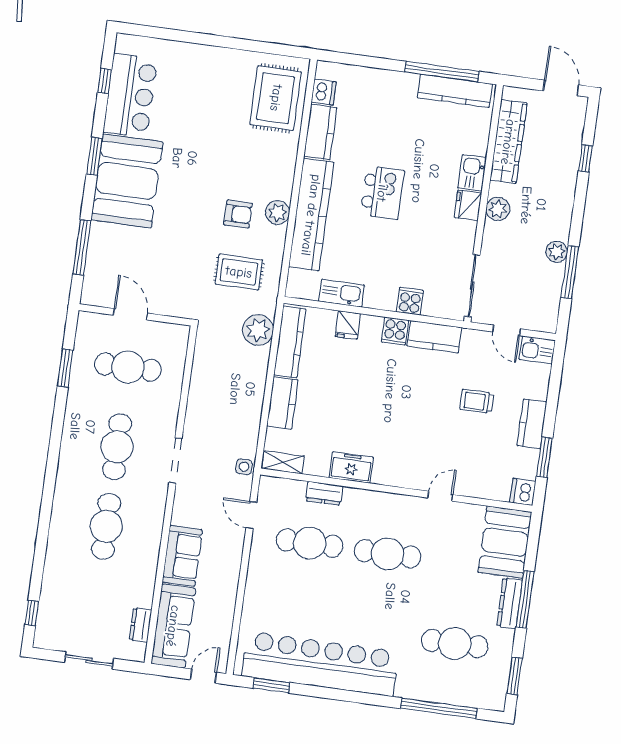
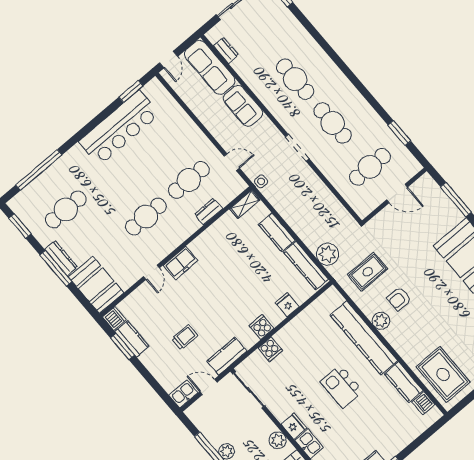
kitchen sink: (342, 293) -> (307, 316), removed
kitchen counter: (434, 337) -> (227, 356), moved
kitchen counter: (532, 424) -> (132, 339), moved
freezer: (351, 467) -> (181, 263), moved
bar counter: (320, 664) -> (119, 128), width x0.73

